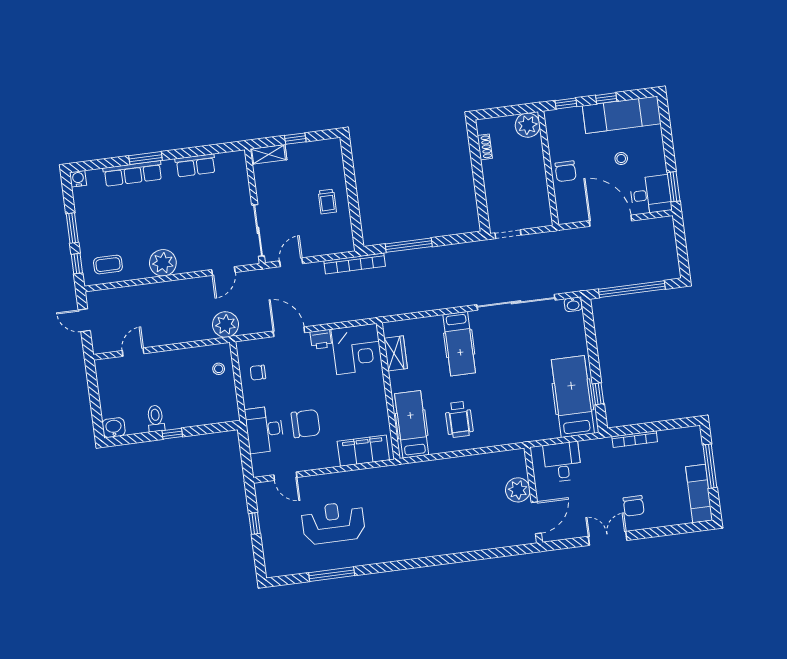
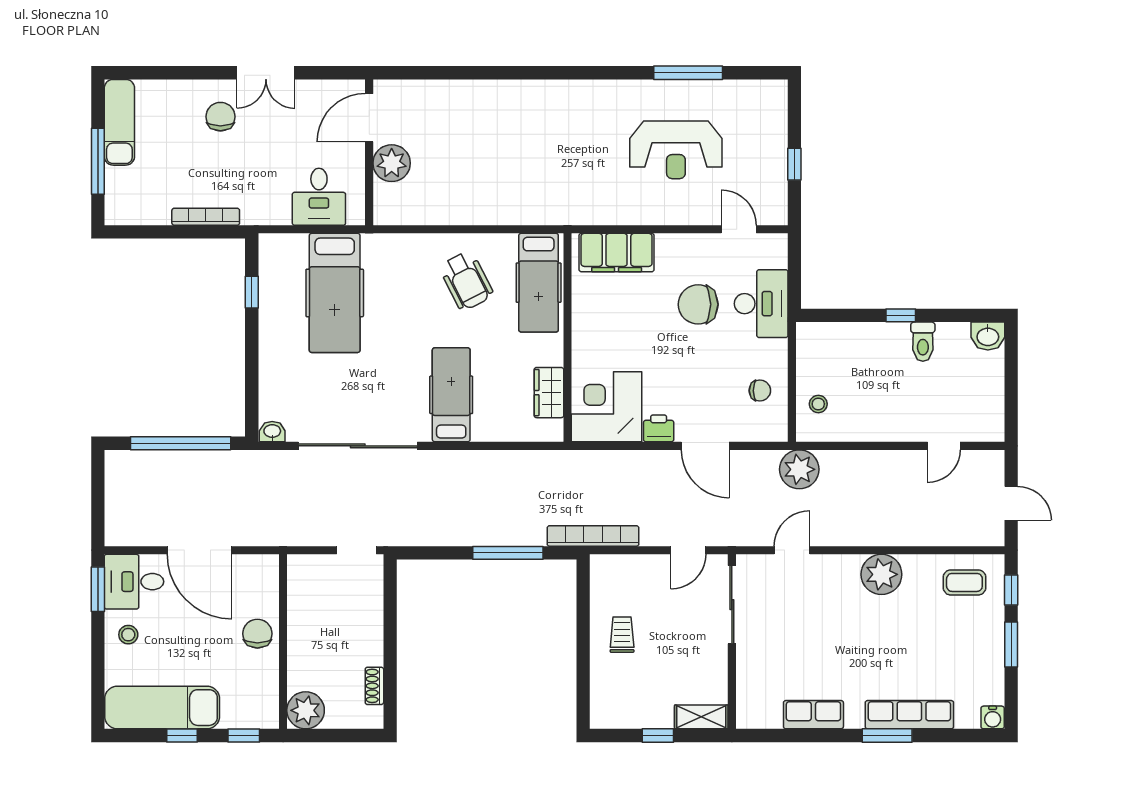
stool: (621, 159) -> (128, 635), moved
hospital bed: (573, 397) -> (335, 293), moved
wheelchair: (459, 419) -> (466, 281), turned 153

